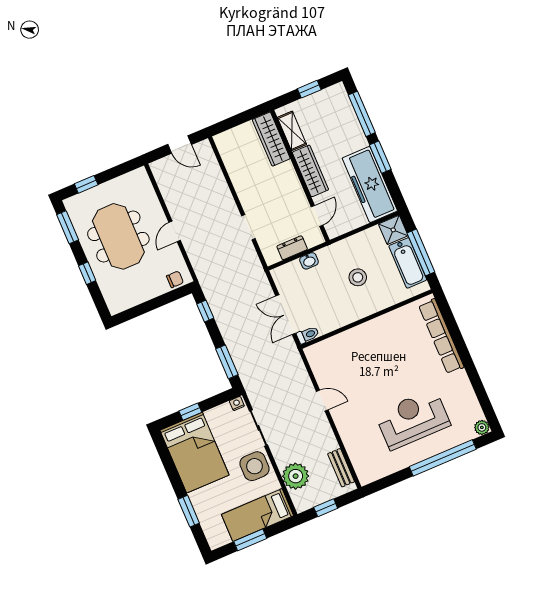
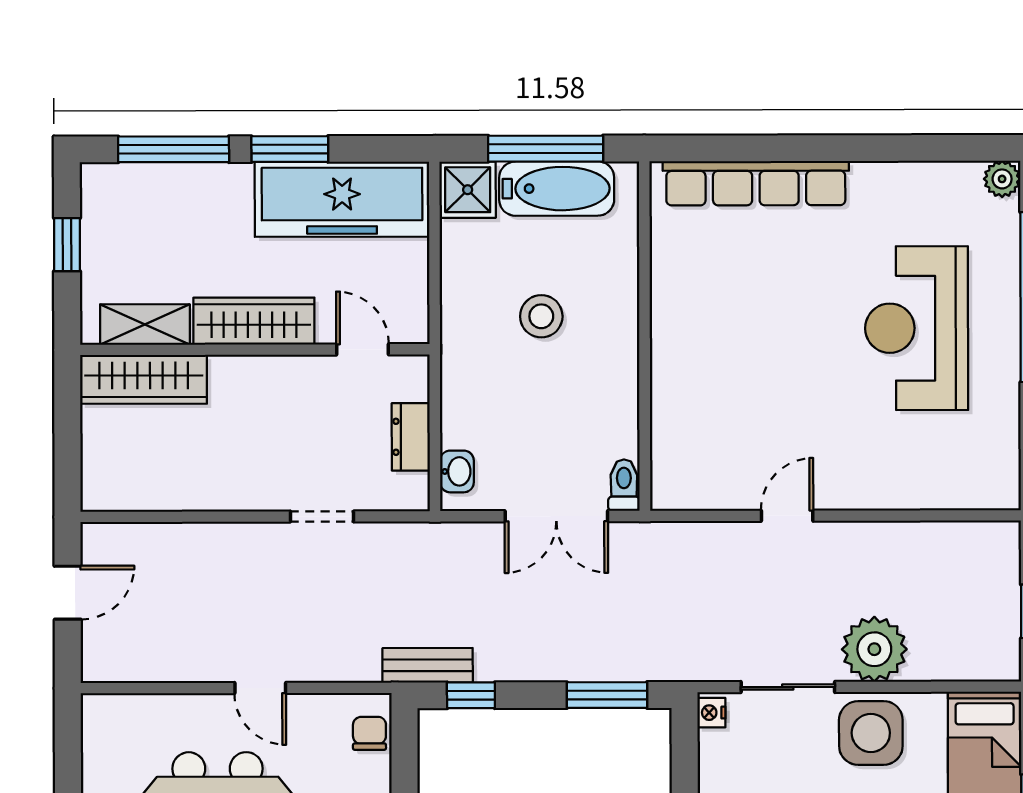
washbasin: (309, 261) -> (457, 471), moved
bench: (341, 468) -> (428, 665), moved
plant: (296, 476) -> (874, 649), moved

